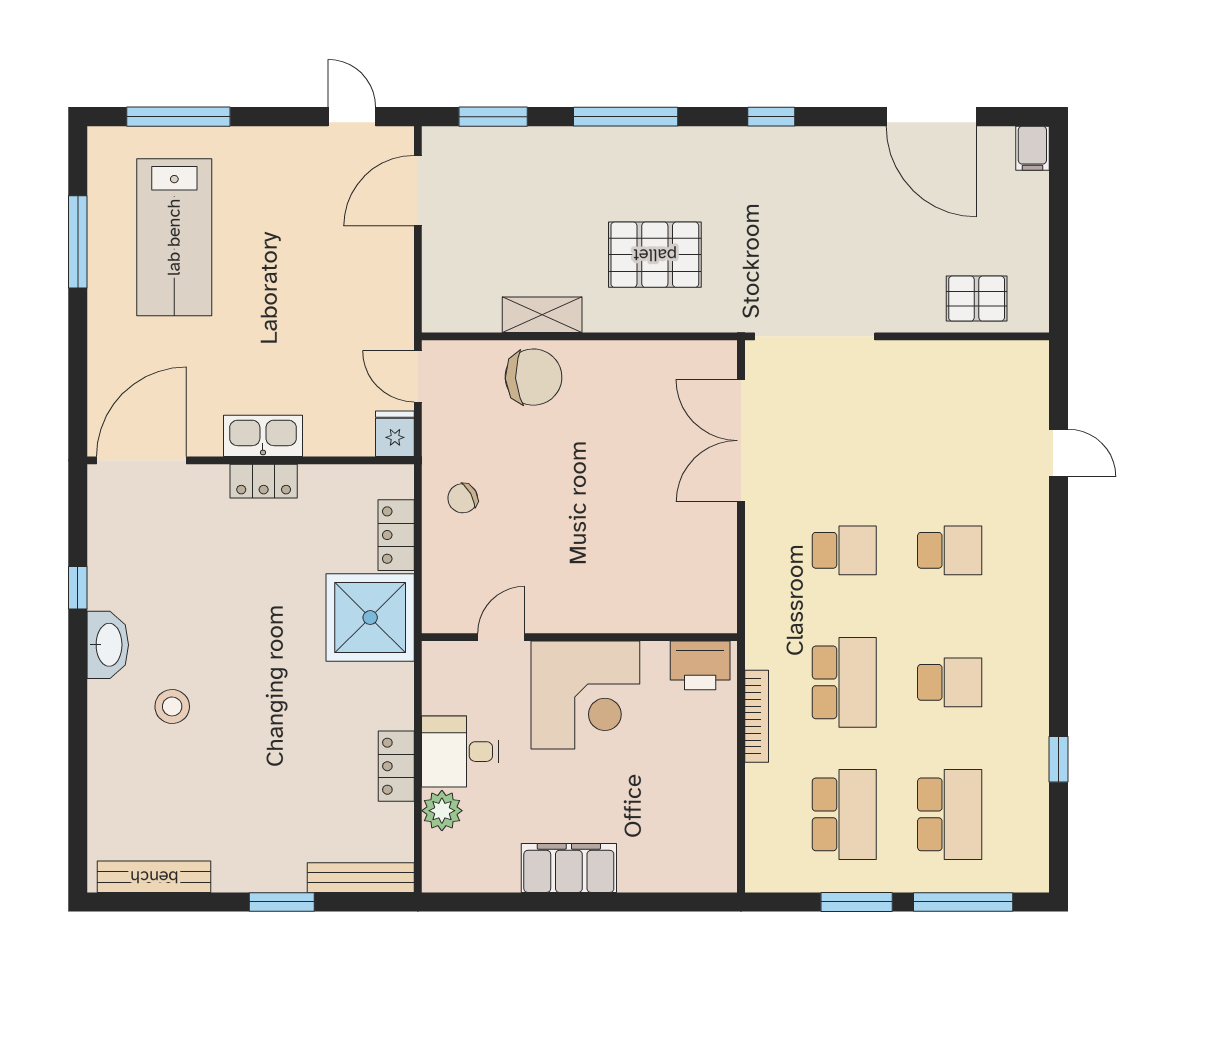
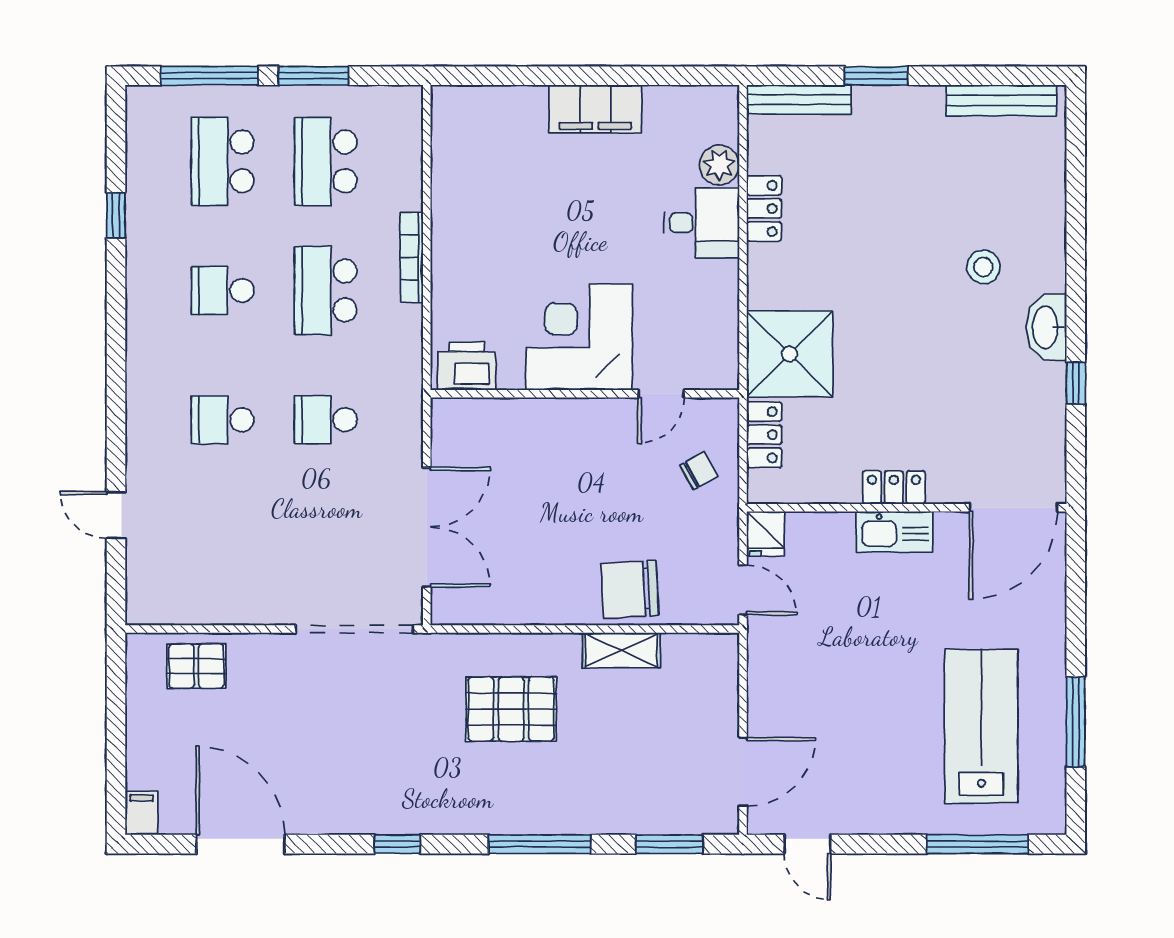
door: (501, 637) -> (661, 394), moved
wall: (579, 637) -> (585, 394), moved
printer: (700, 665) -> (467, 366), moved
corner desk: (585, 695) -> (579, 337), moved

